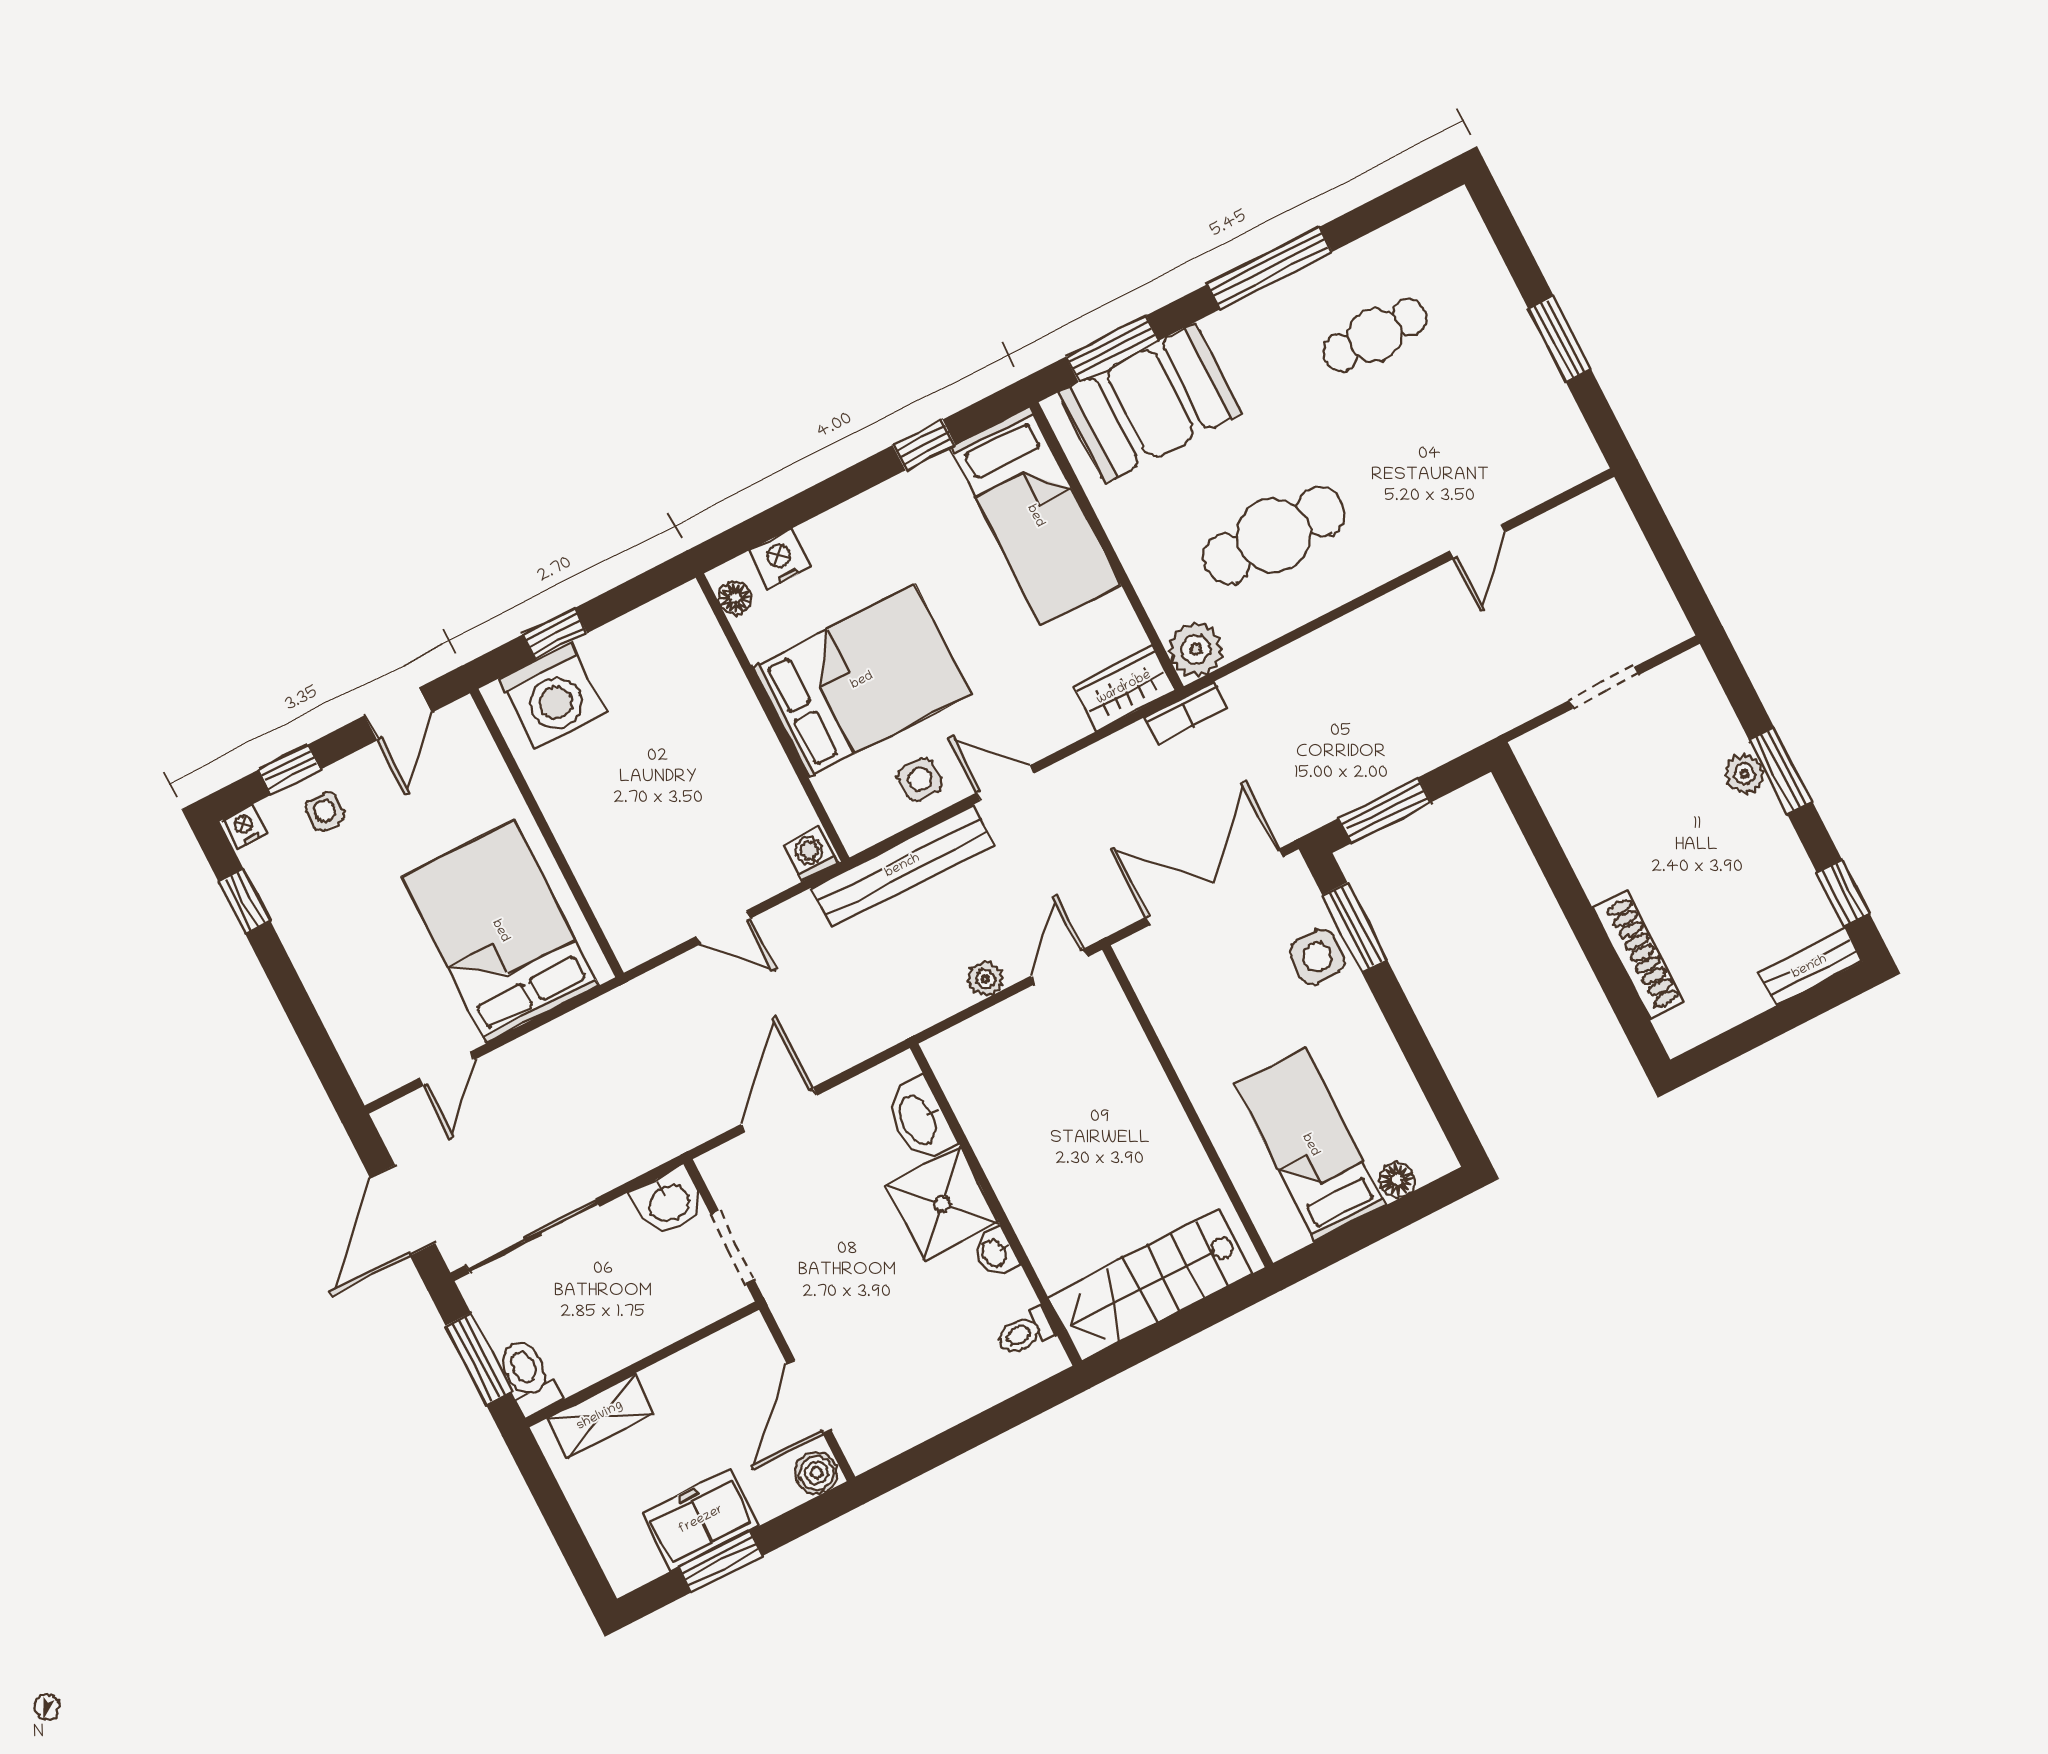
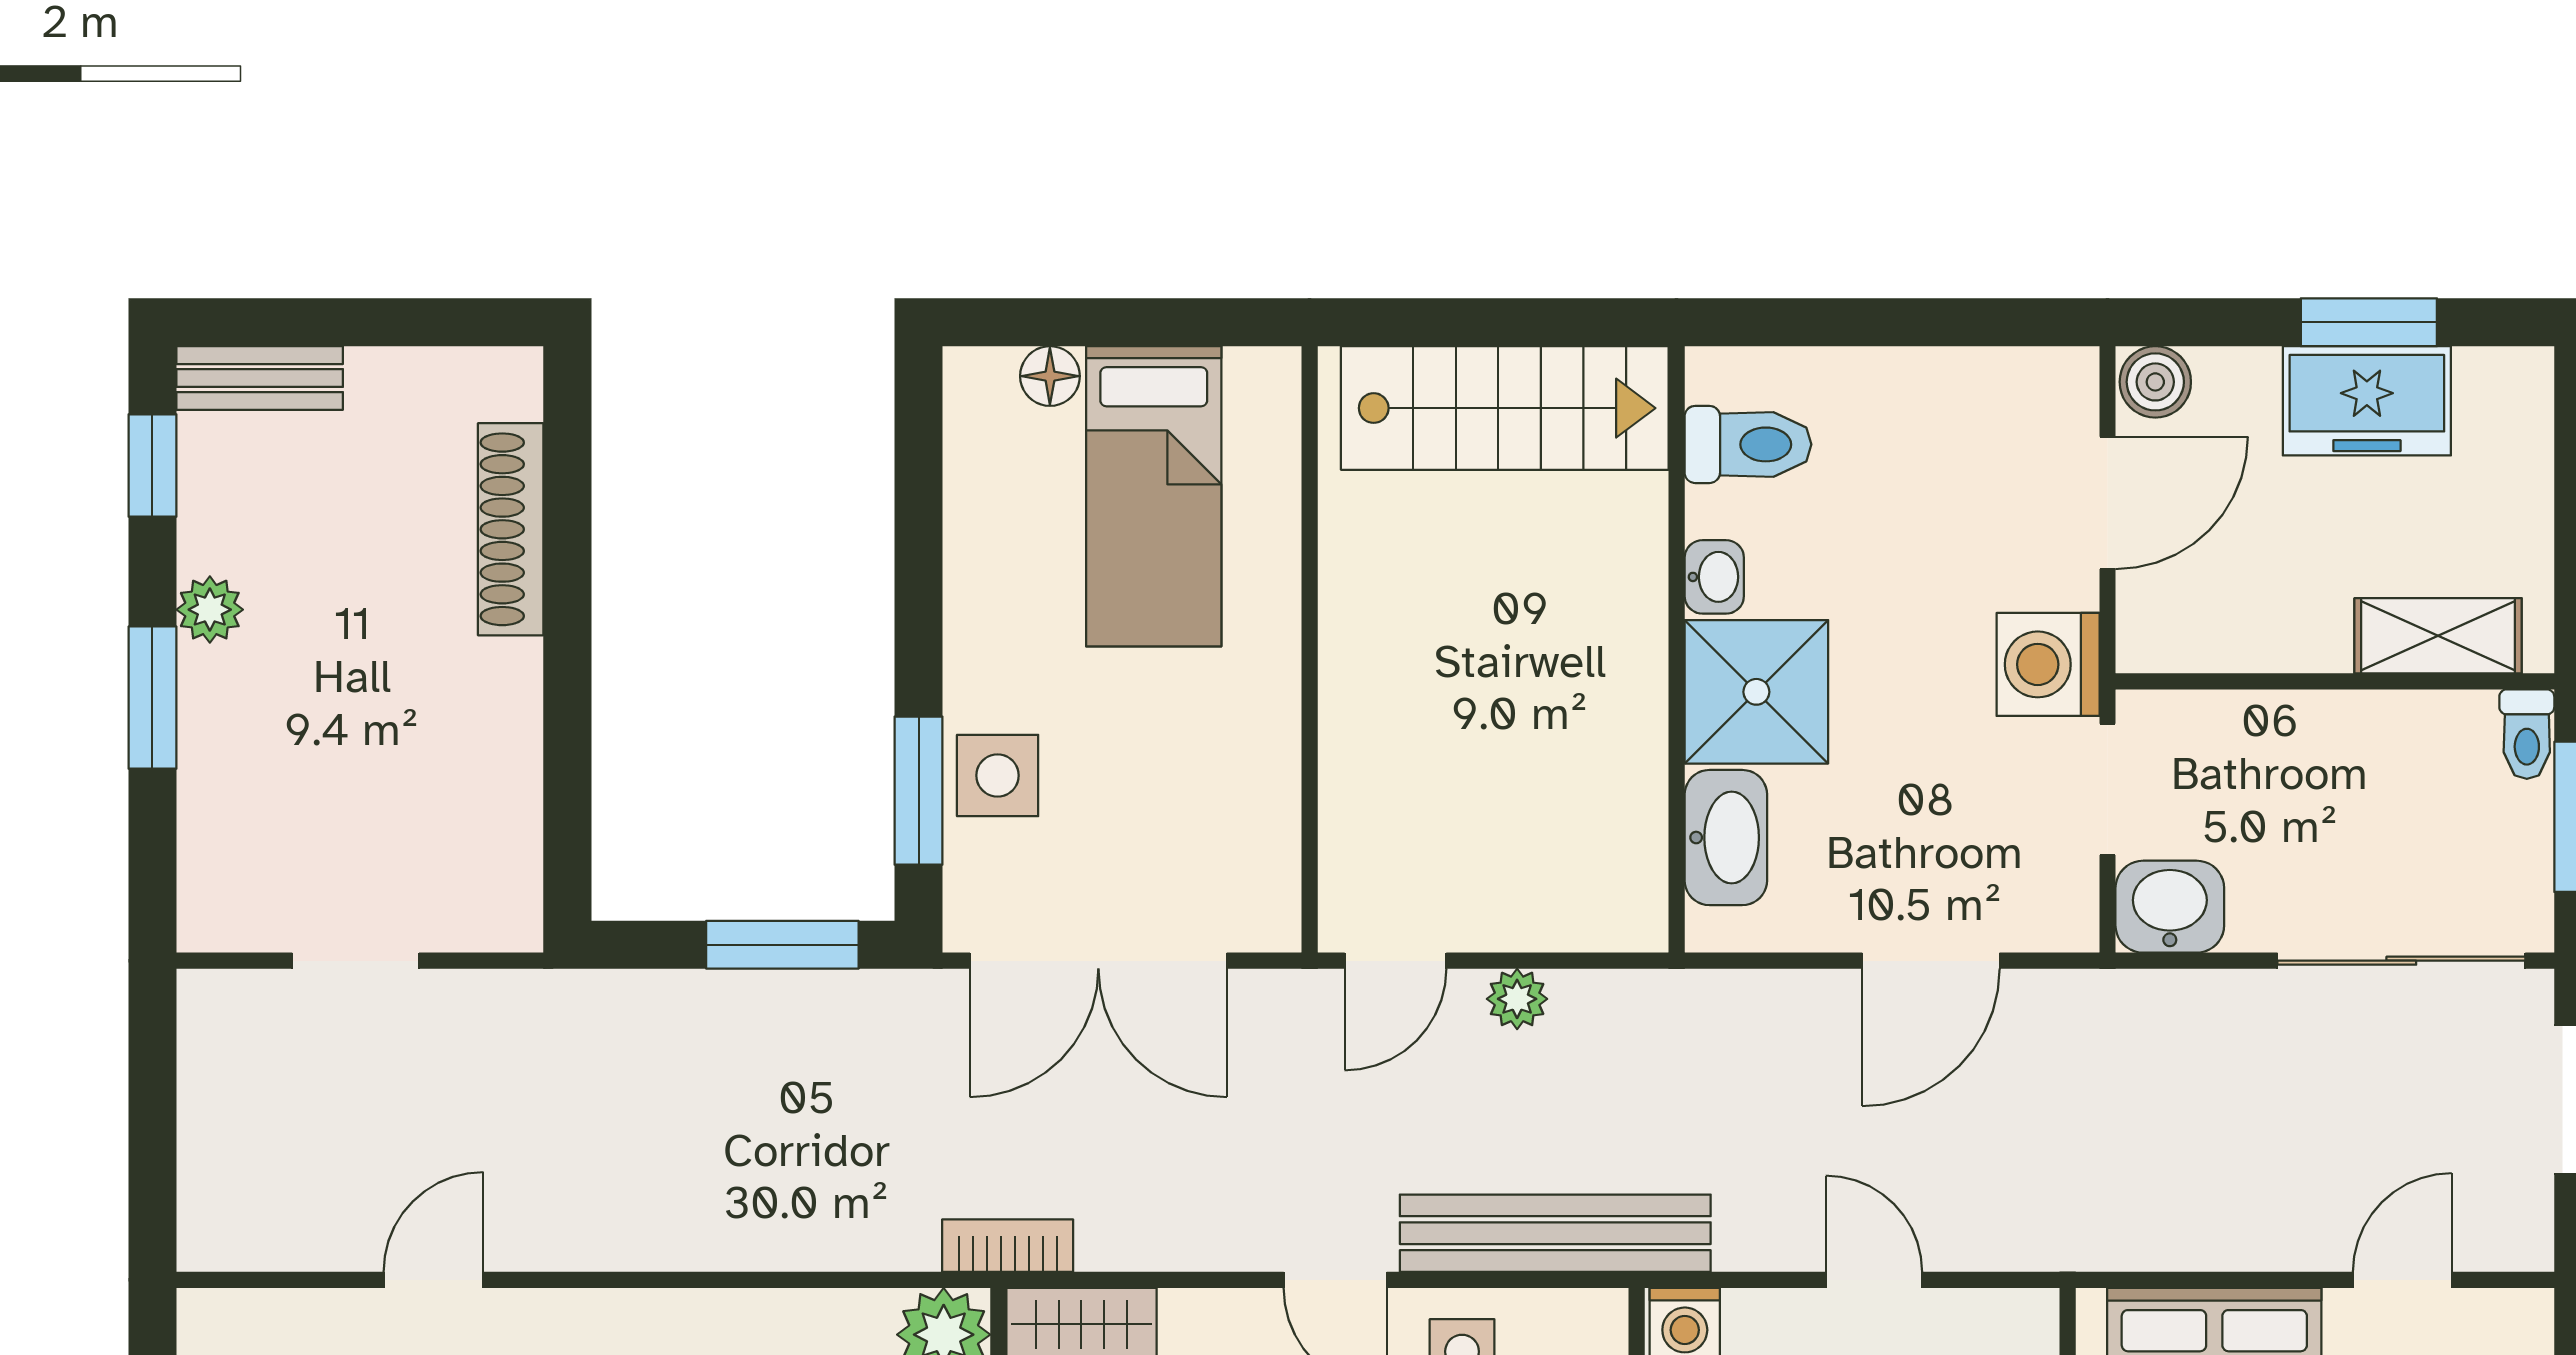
plant: (1744, 774) -> (210, 610), moved
washing machine: (797, 1296) -> (2048, 664), added
toilet: (1025, 1332) -> (1748, 444), width x1.37, depth x1.39
toilet: (528, 1376) -> (2527, 734), width x0.73, depth x0.72

